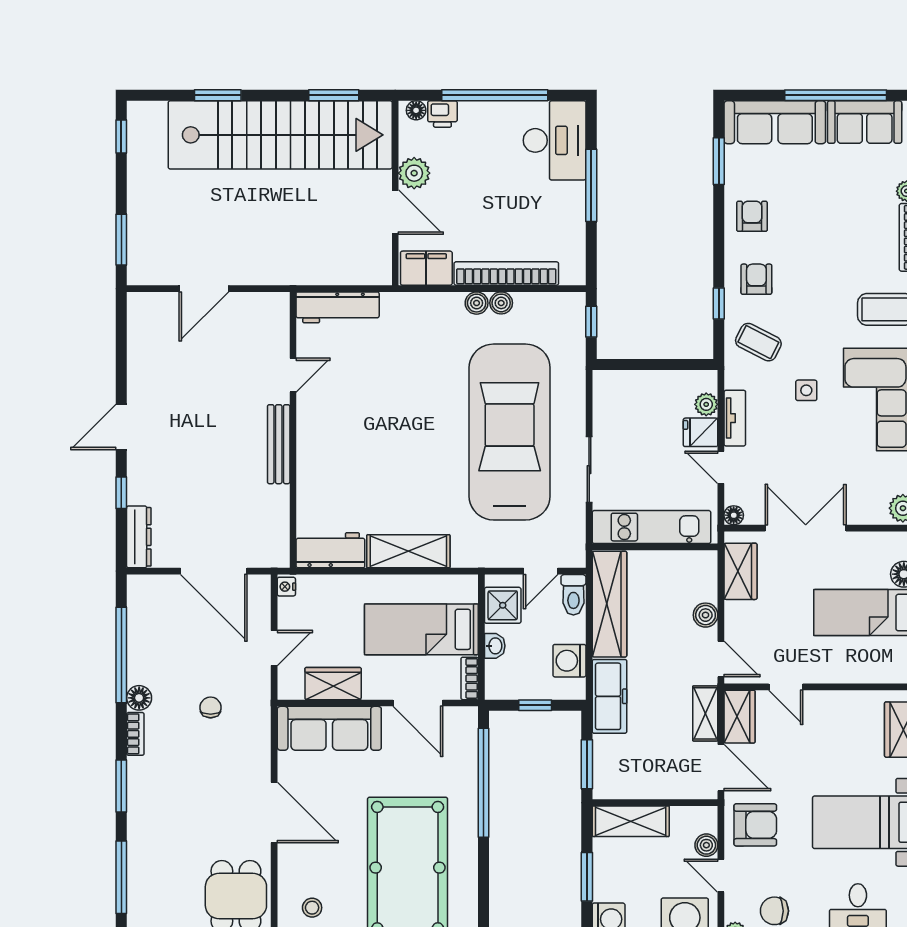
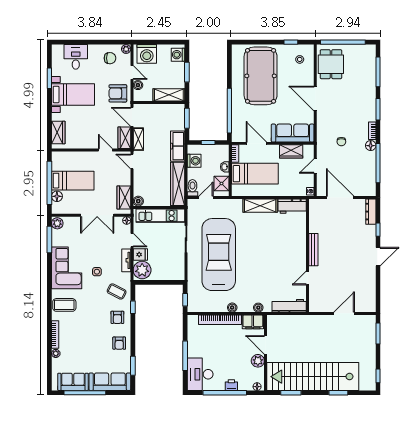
printer: (442, 114) -> (231, 385), moved
boiler: (501, 303) -> (258, 308), moved
plant: (706, 404) -> (142, 270), width x1.88, depth x1.88
car: (510, 432) -> (219, 255), turned 180
boiler: (706, 615) -> (138, 201), moved

